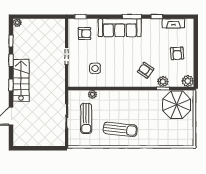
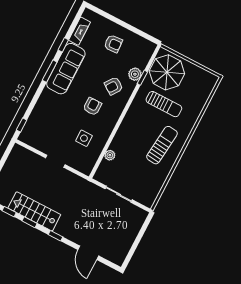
sofa: (120, 28) -> (66, 69), moved
armchair: (85, 33) -> (92, 106), moved
stairs: (21, 80) -> (34, 211), moved
plant: (188, 81) -> (148, 48), removed
sun lounger: (86, 118) -> (164, 104), moved

